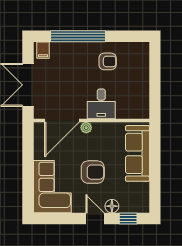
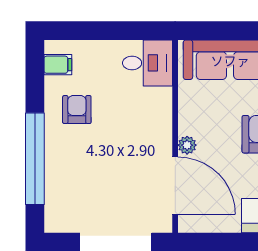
filing cabinet: (43, 50) -> (58, 65), moved
desk: (101, 104) -> (147, 63), moved

